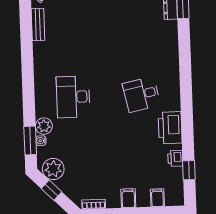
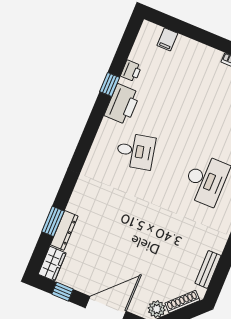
window: (189, 170) -> (110, 85), moved
filing cabinet: (128, 198) -> (197, 52), removed

